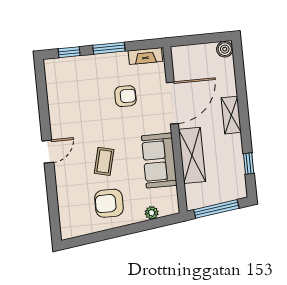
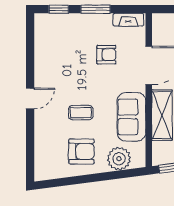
coffee table: (104, 161) -> (81, 113), turned 75
armchair: (109, 203) -> (81, 151), turned 180
plant: (152, 213) -> (119, 159), width x1.88, depth x1.88

